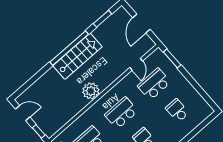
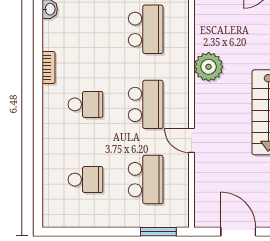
door: (136, 64) -> (192, 140), moved
plant: (91, 91) -> (209, 67), moved

